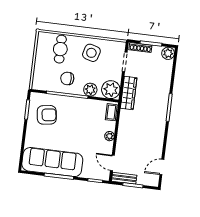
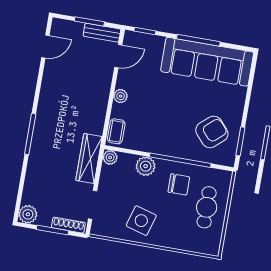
cafe table: (60, 49) -> (207, 207), moved
plant: (111, 90) -> (110, 157), width x0.53, depth x0.53
armchair: (47, 115) -> (212, 132), turned 147
door: (112, 163) -> (118, 56), hinge flipped

